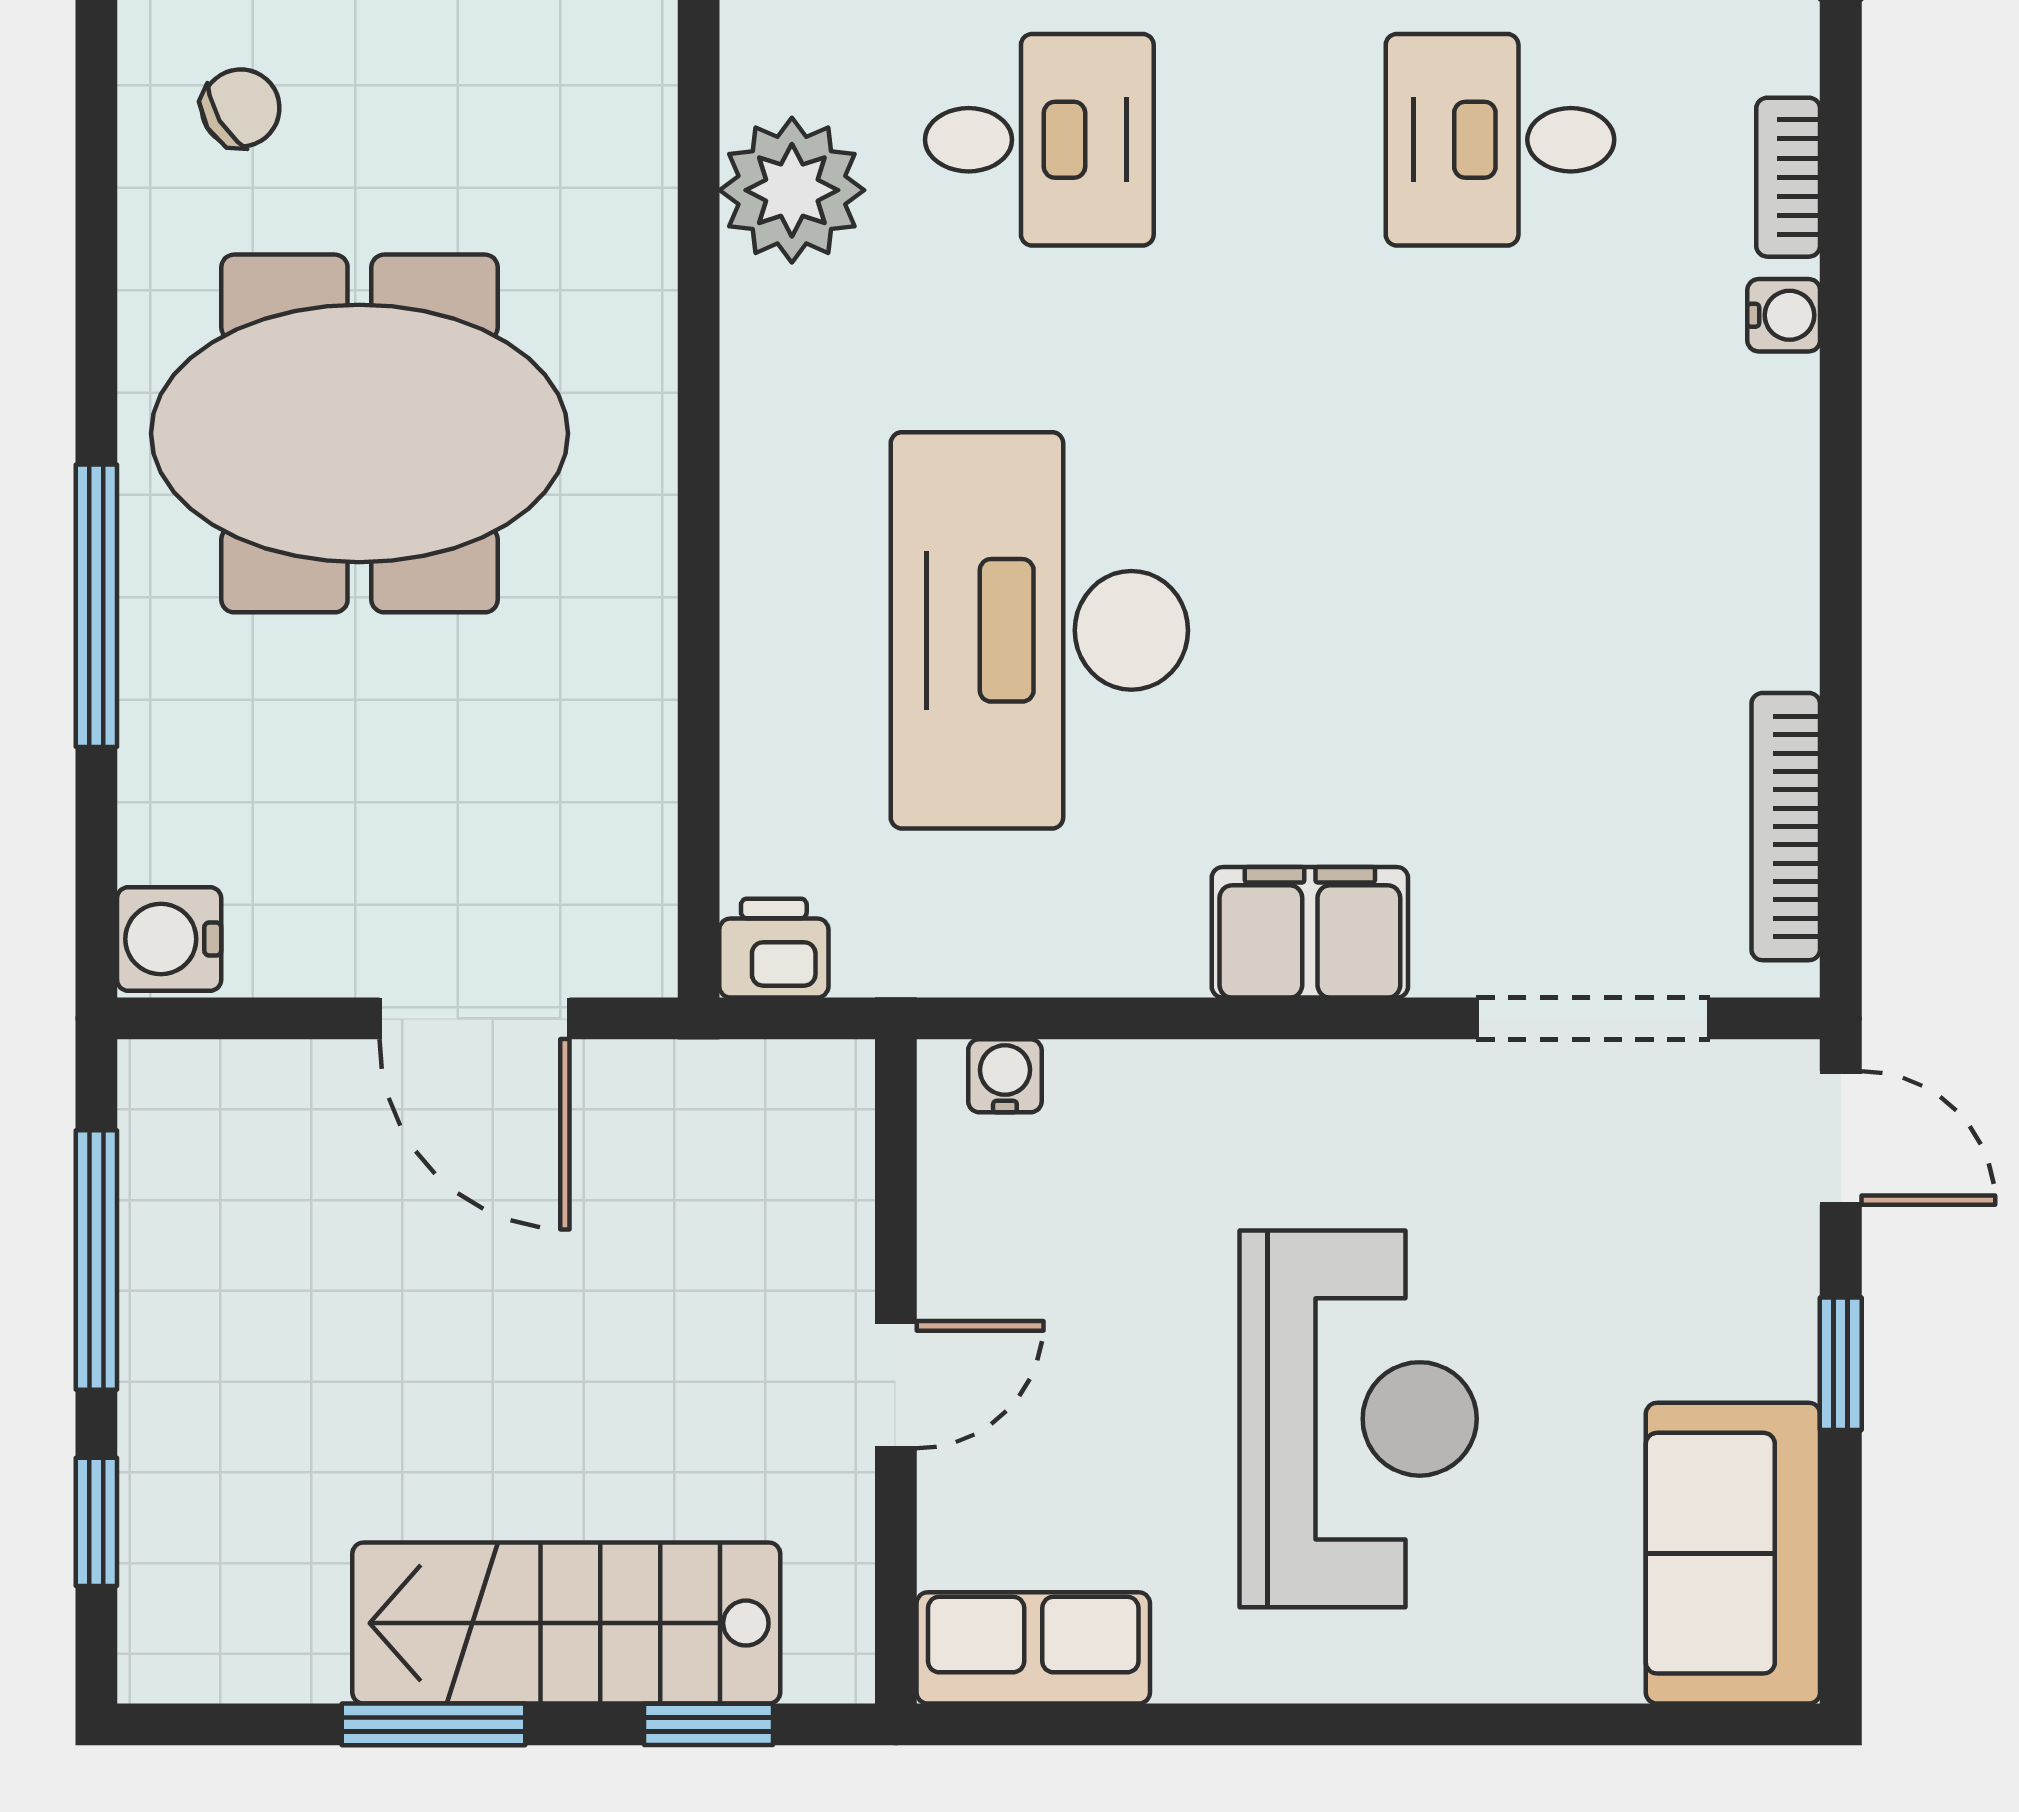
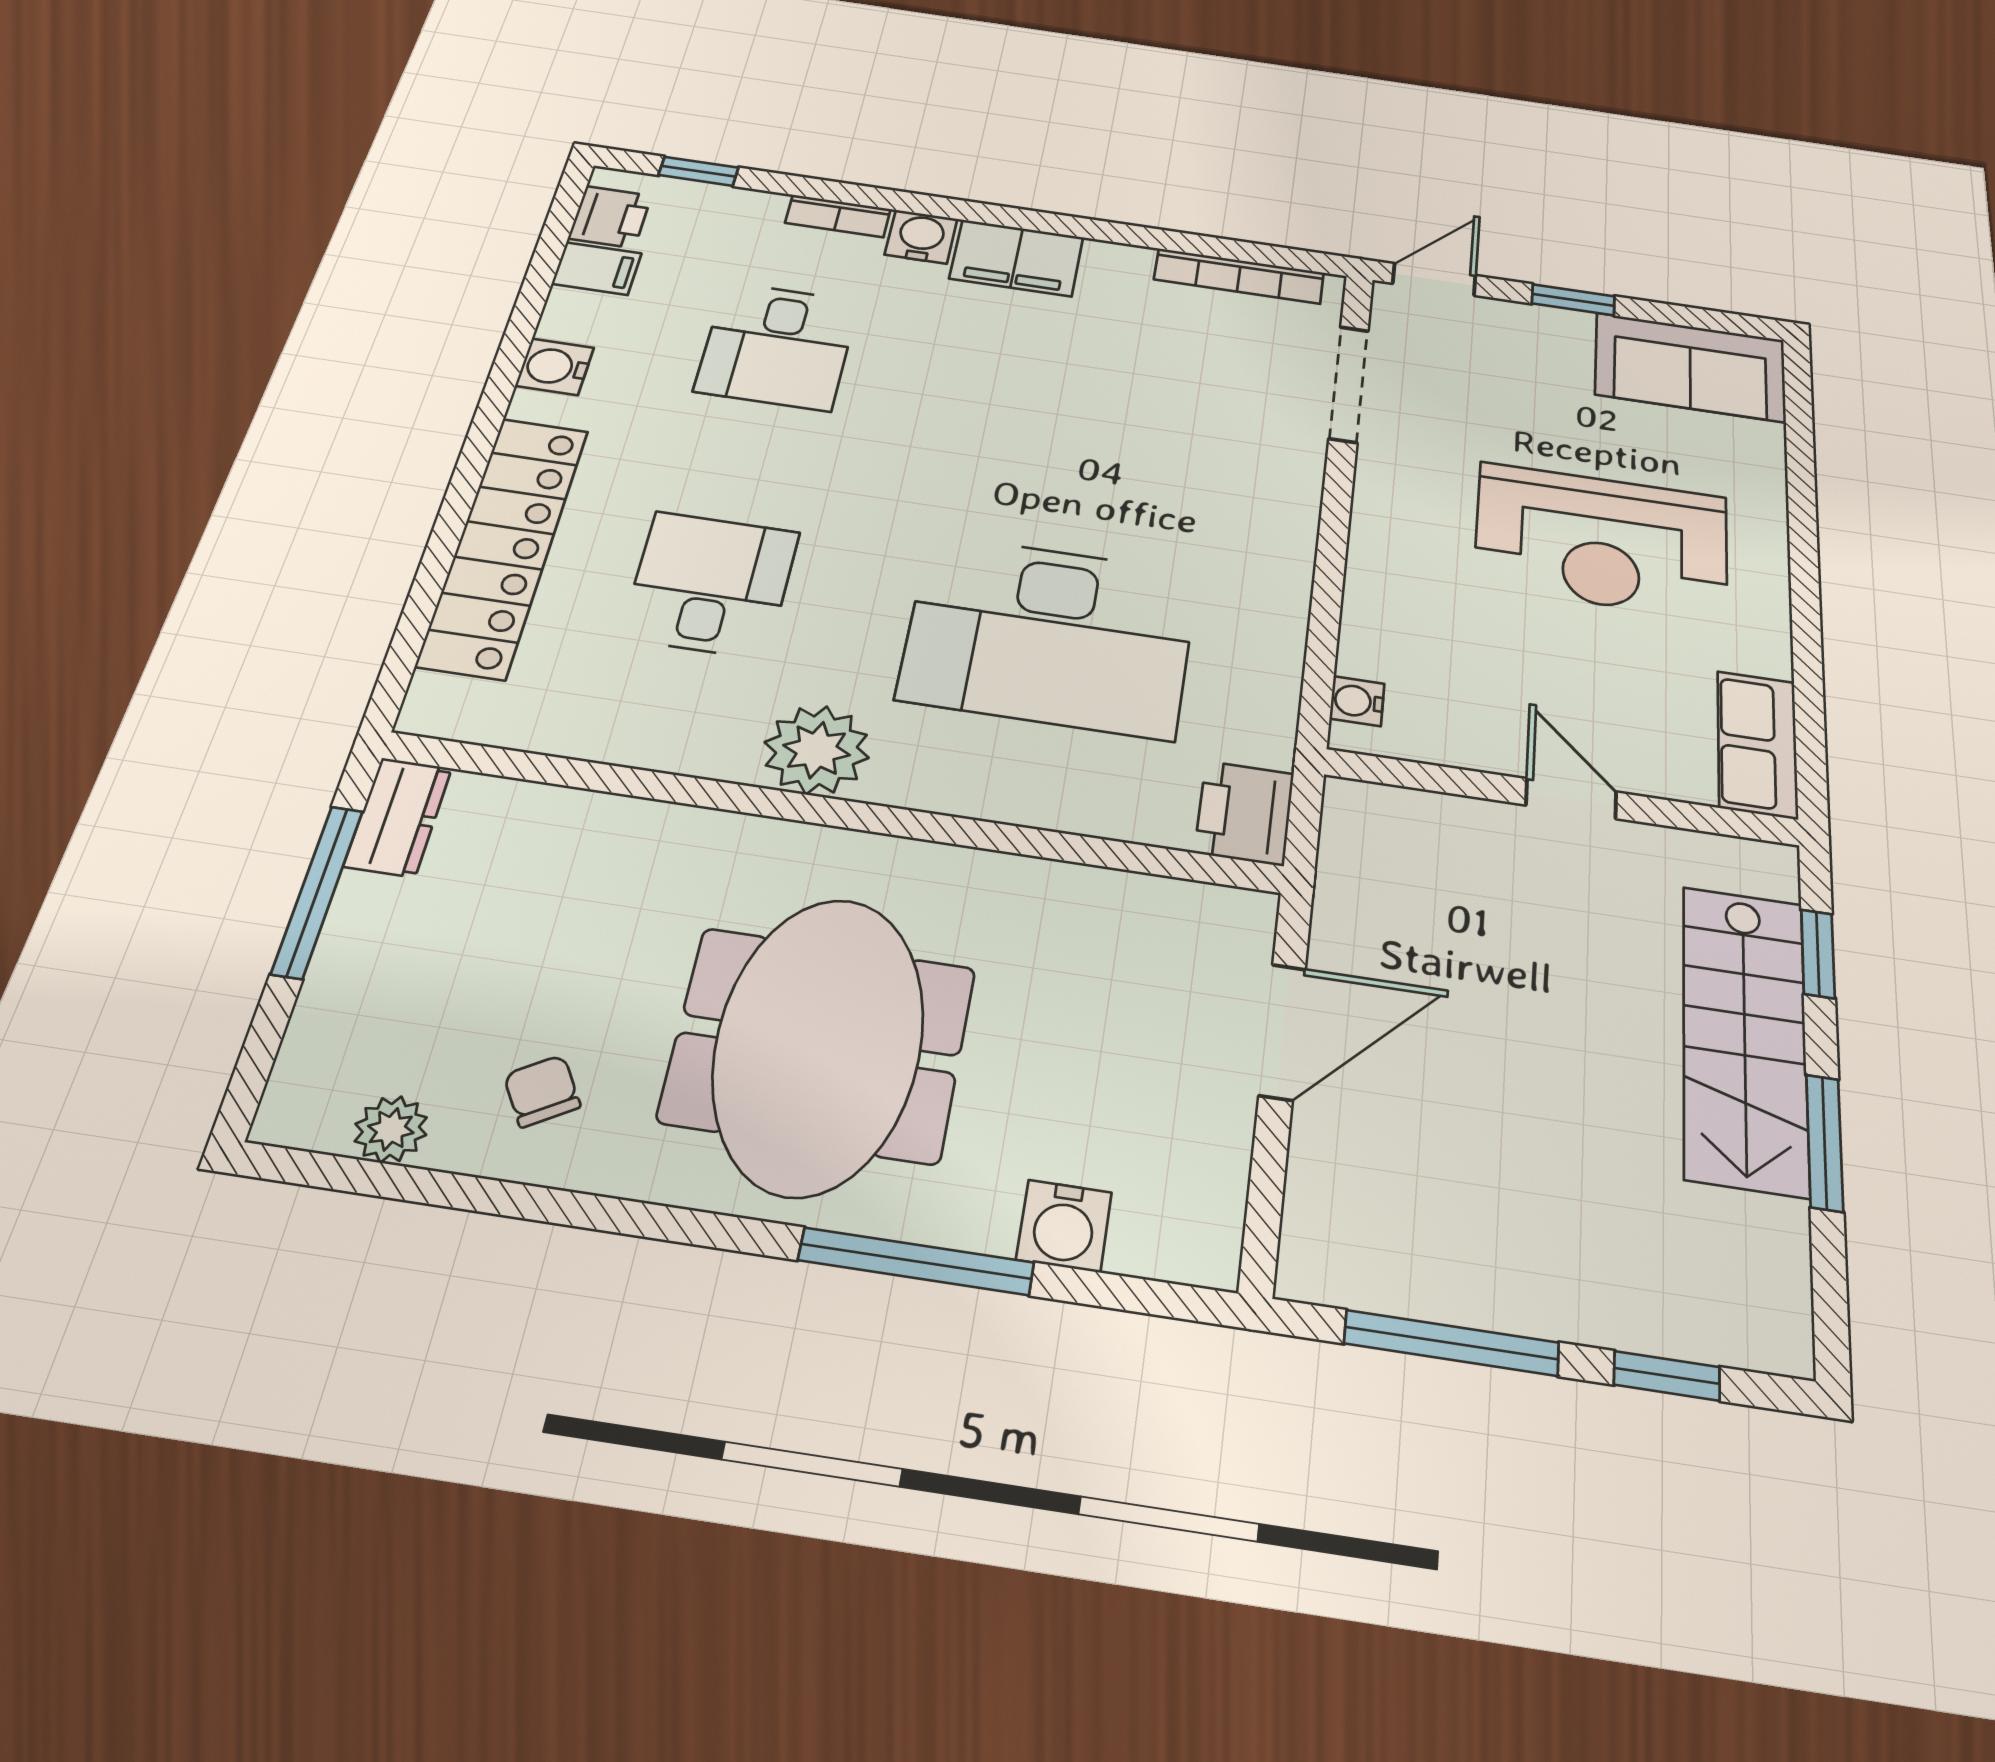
plant: (792, 190) -> (817, 750), moved
water cooler: (1784, 315) -> (921, 237), width x1.38, depth x1.38
filing cabinet: (1310, 932) -> (1017, 258), moved, turned -90
water cooler: (169, 939) -> (1064, 1226), moved
printer: (774, 948) -> (1244, 813), width x1.36, depth x1.24
reception desk: (1358, 1419) -> (1602, 541), turned 180

